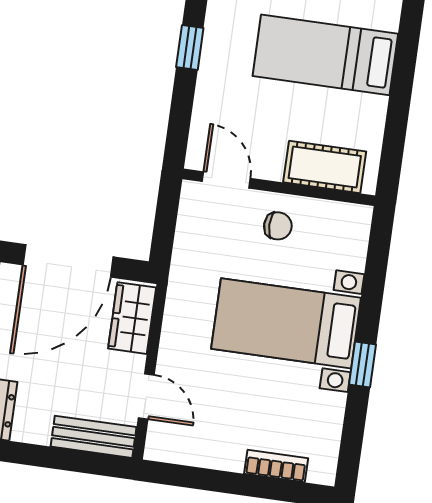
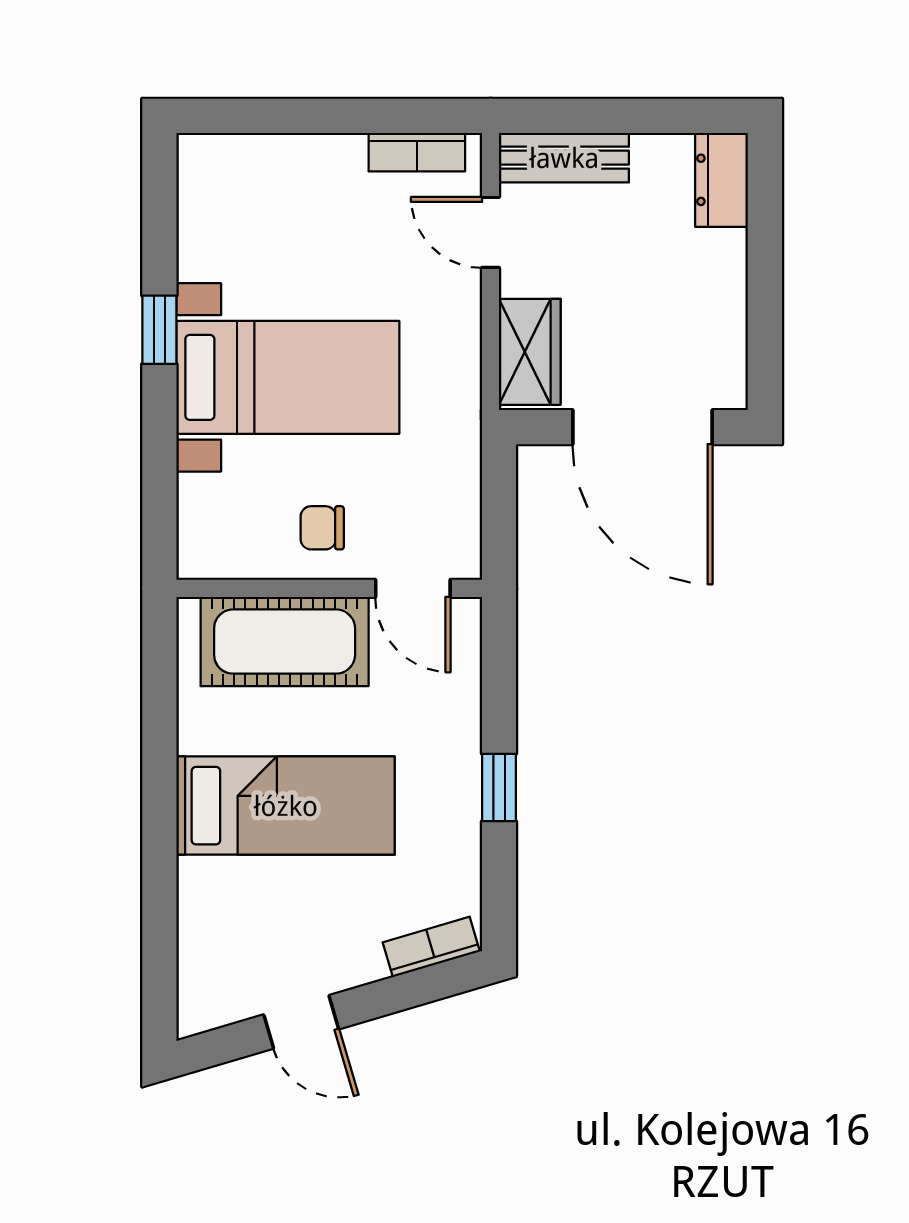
cot: (325, 167) -> (285, 642), width x1.37, depth x1.34
door: (68, 261) -> (643, 427), swing flipped
bookcase: (276, 466) -> (417, 152), moved

